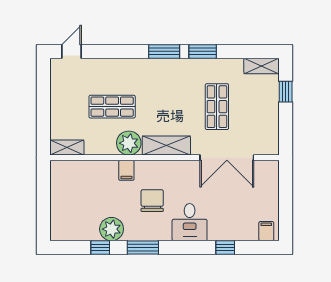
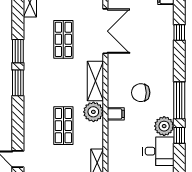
shop shelf: (217, 107) -> (63, 39), turned 90
desk: (190, 222) -> (158, 151), moved
window: (143, 248) -> (179, 100), width x1.44

